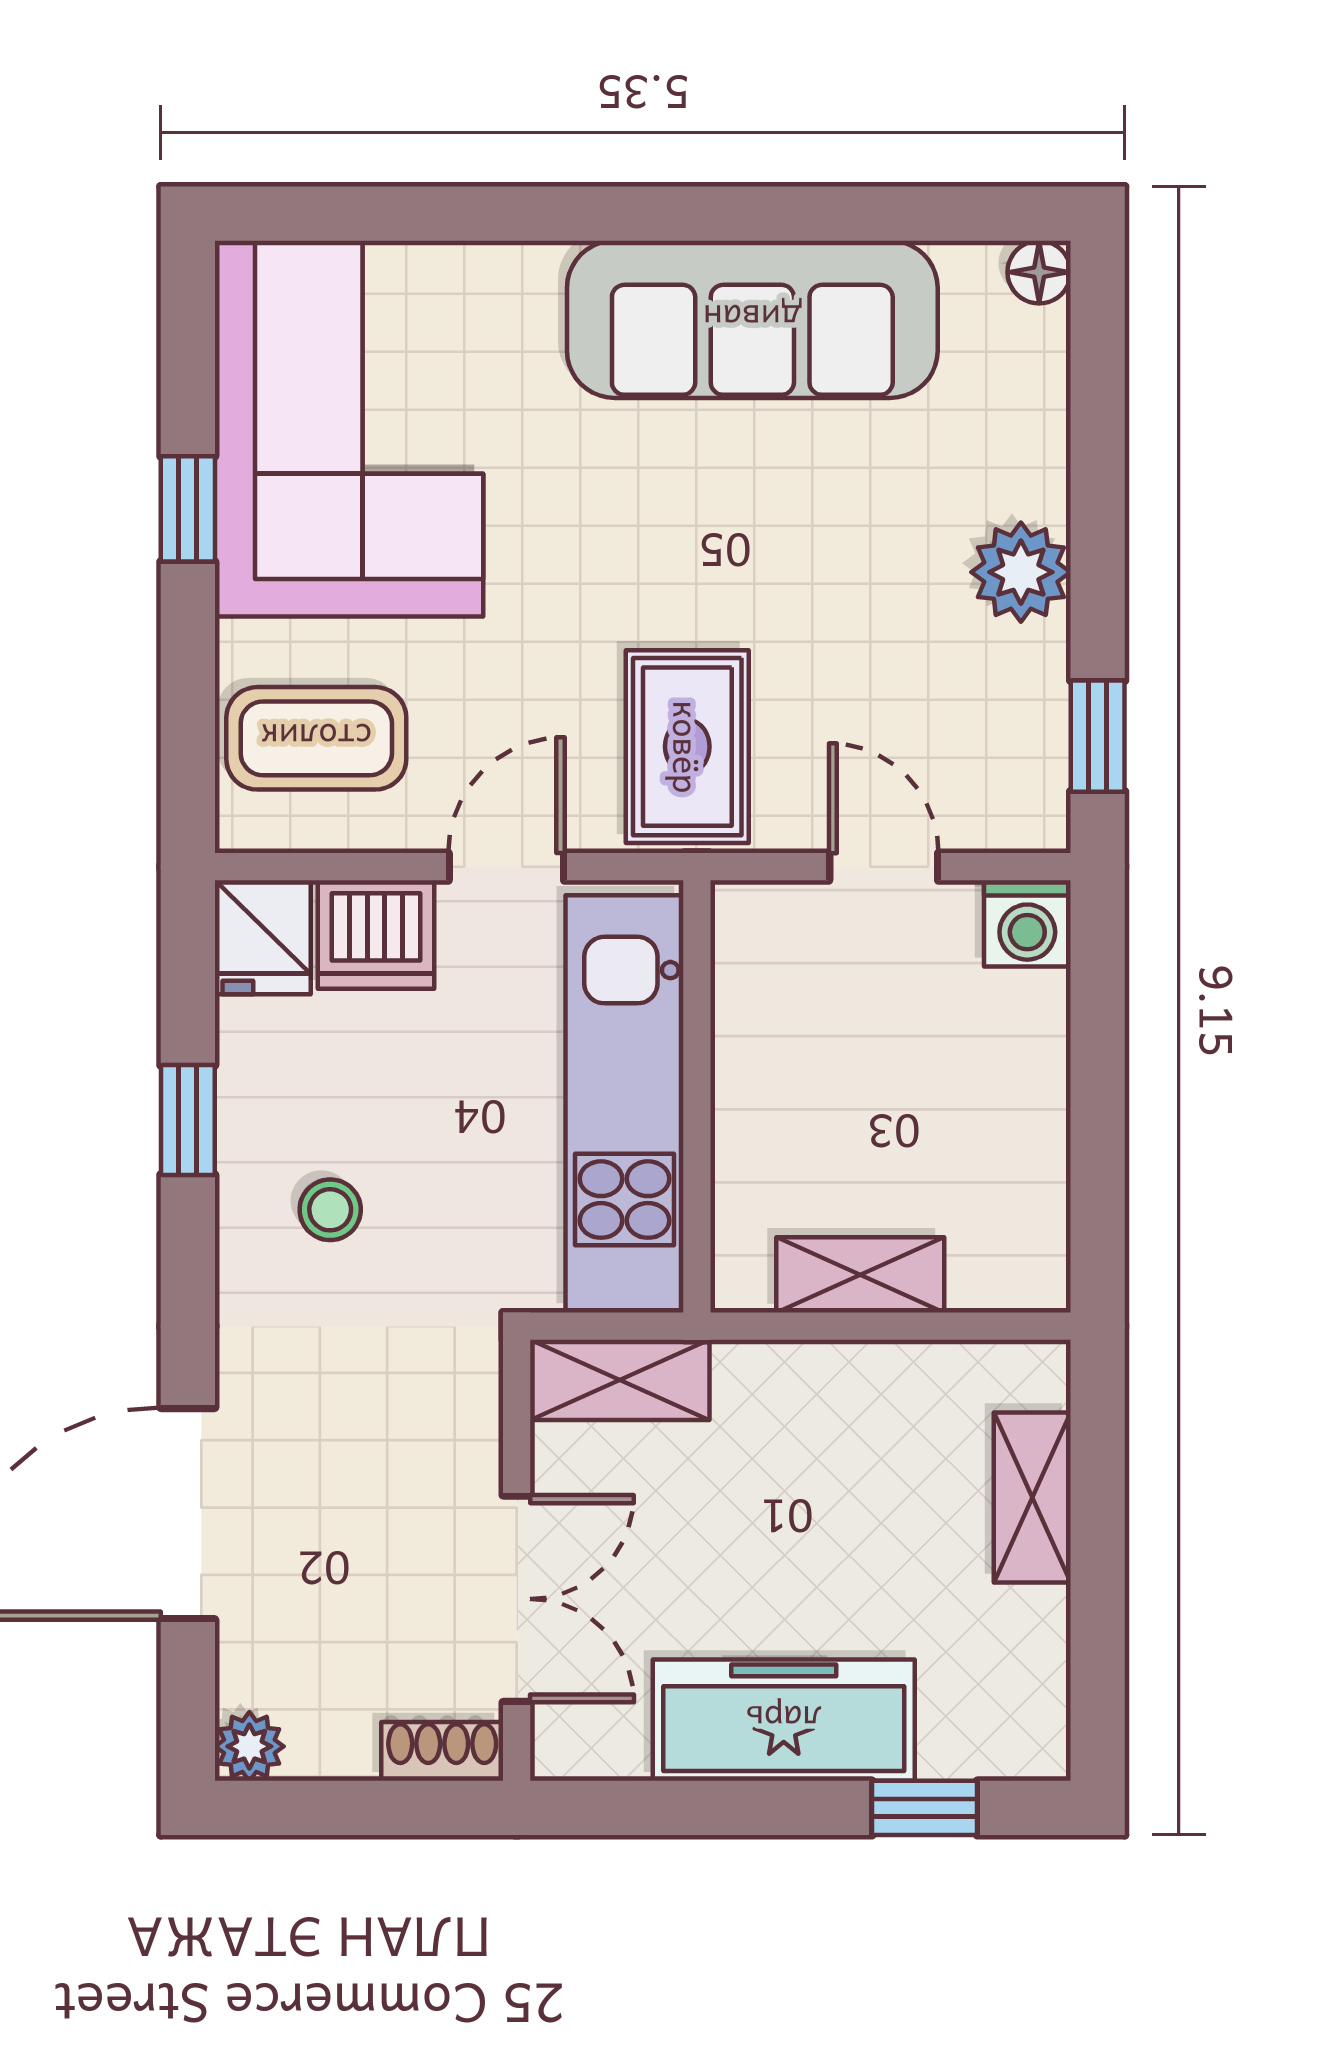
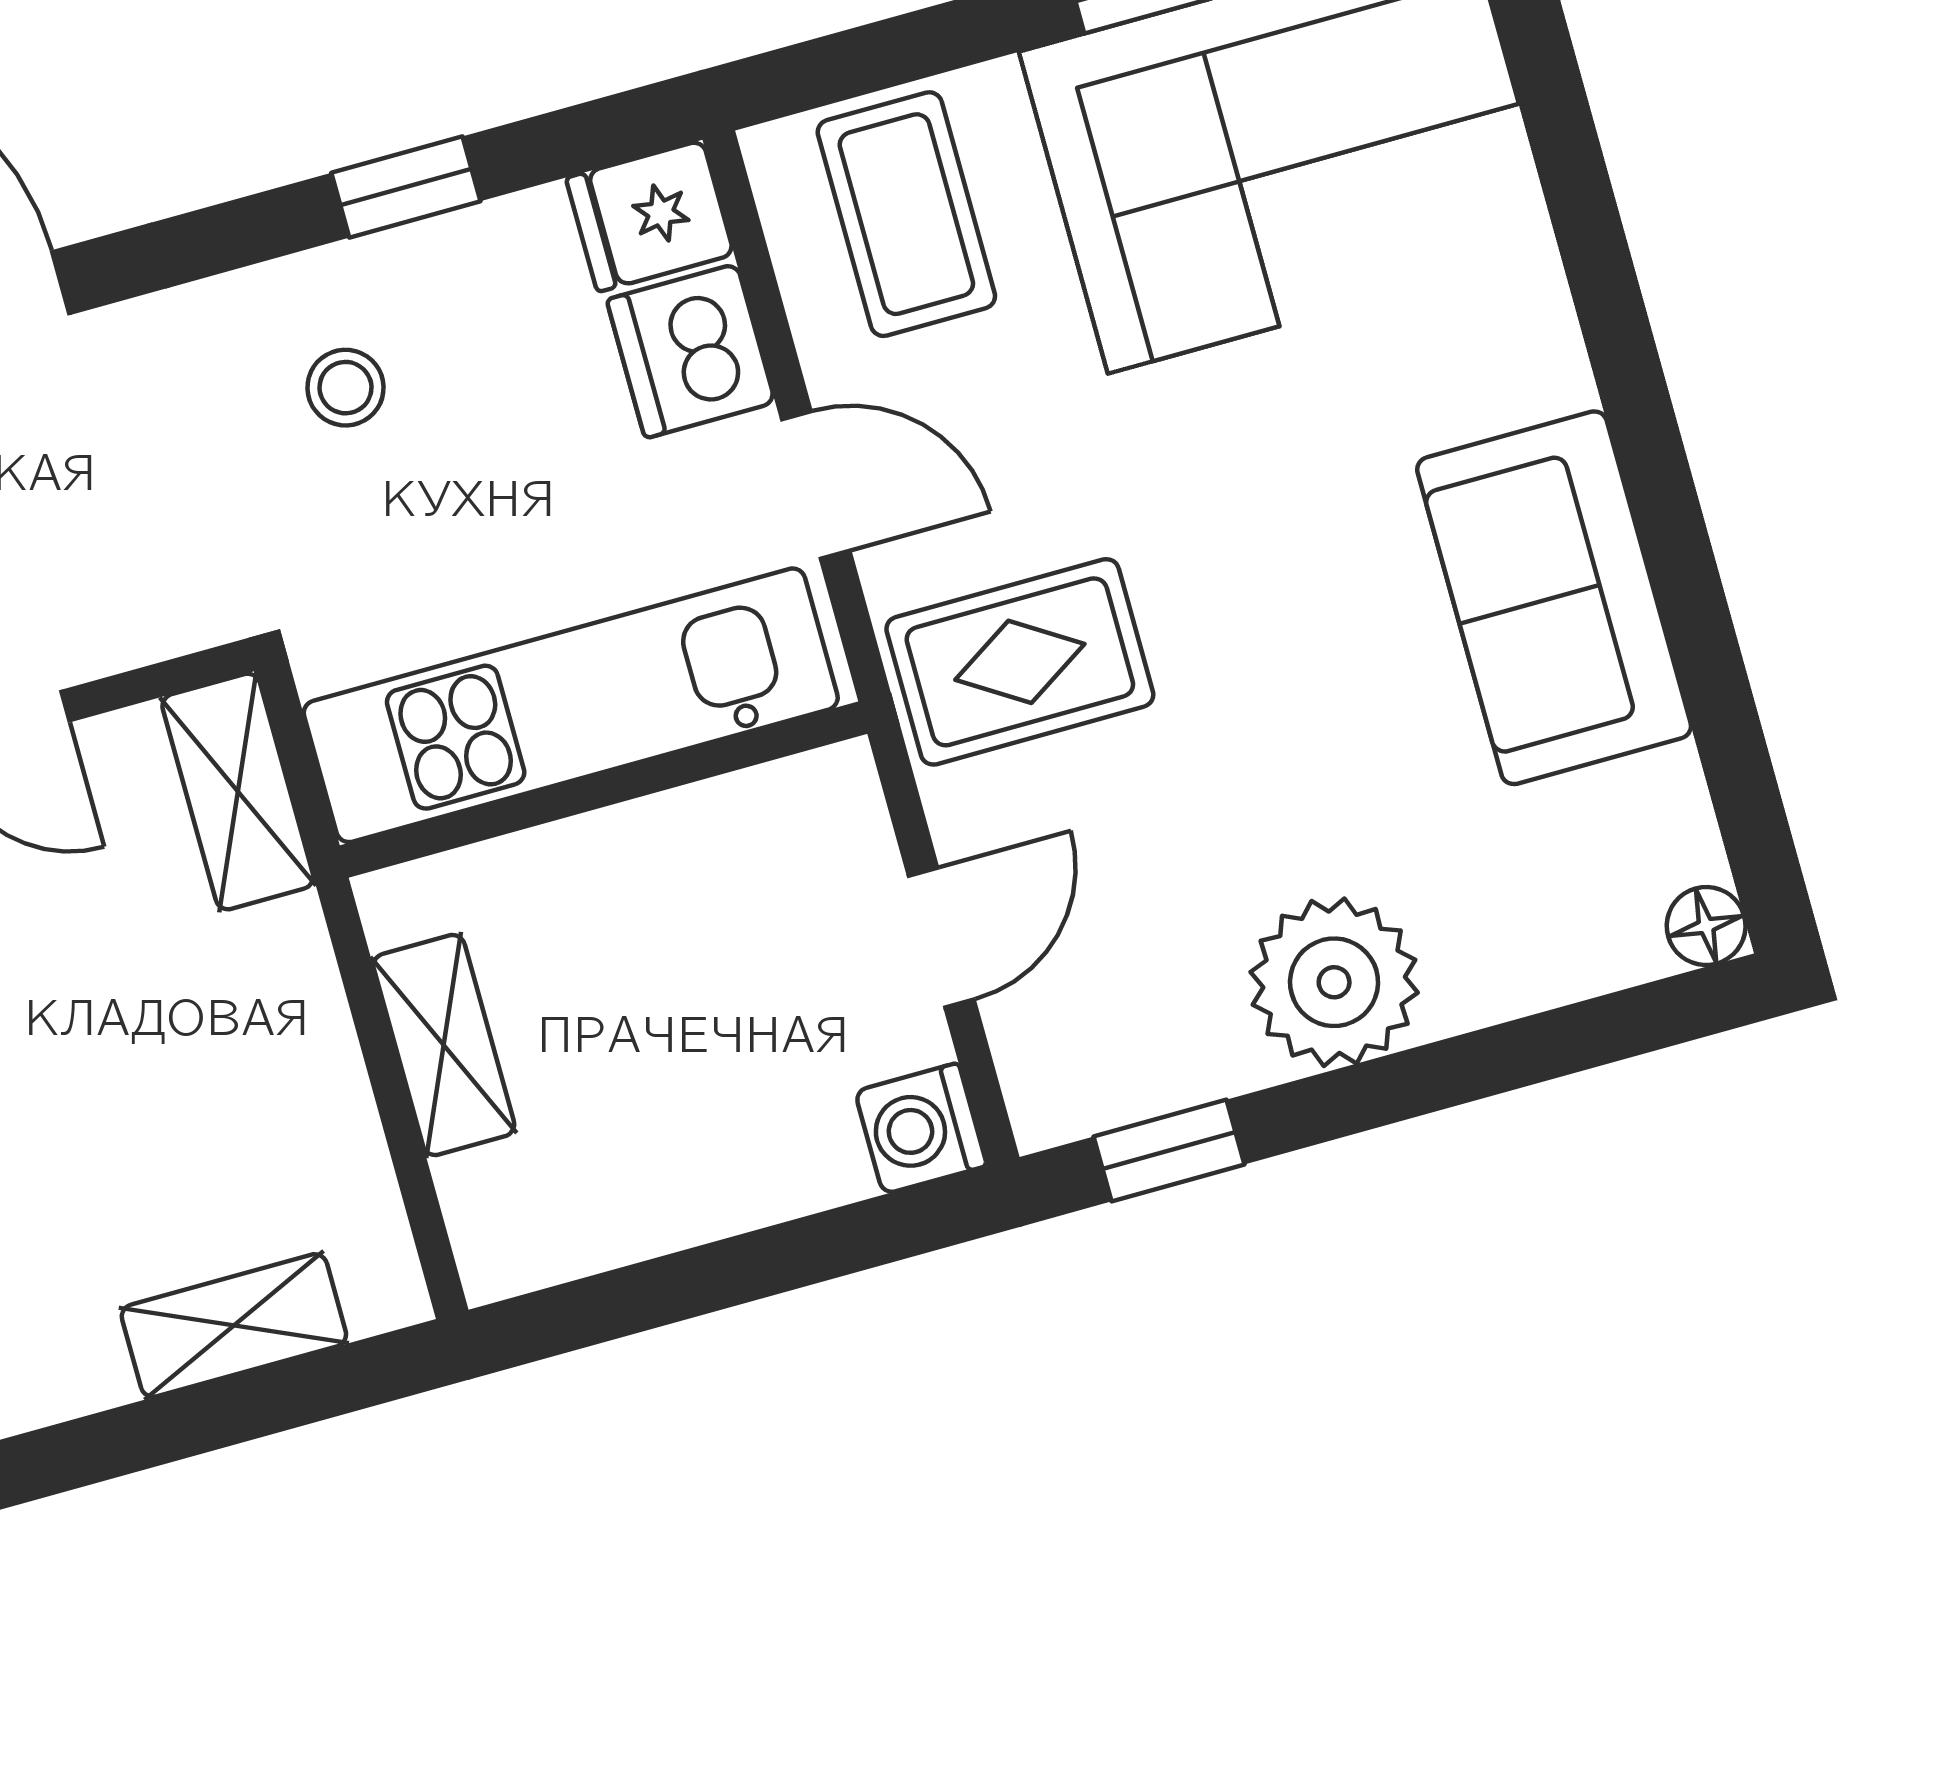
sofa: (752, 319) -> (1554, 598), width x0.73
plant: (1021, 572) -> (1334, 982), width x1.36, depth x1.36

